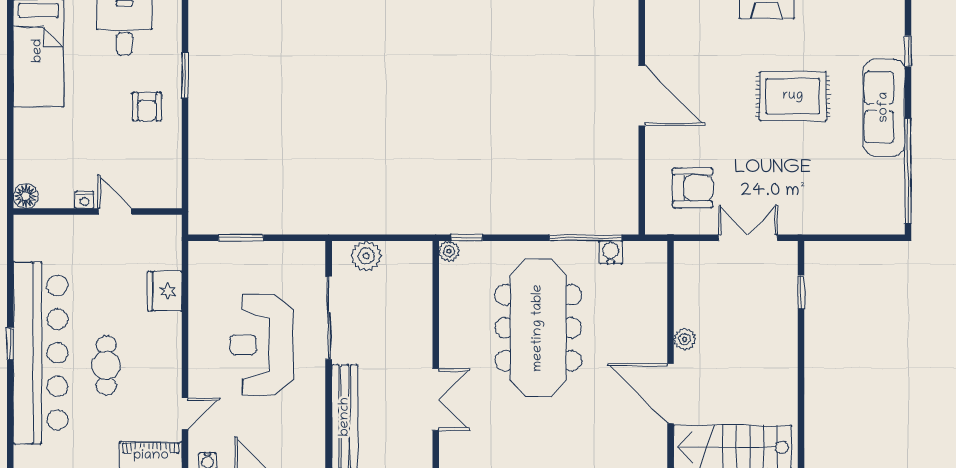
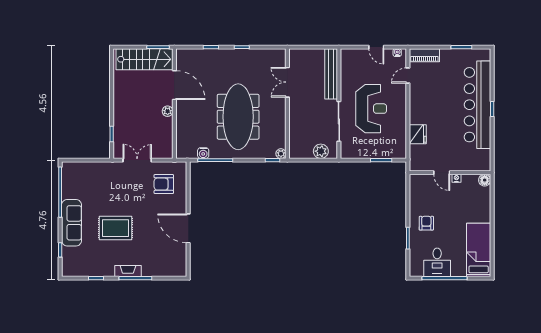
double door: (748, 238) -> (137, 160), swing flipped
cafe table: (106, 365) -> (446, 99), removed

